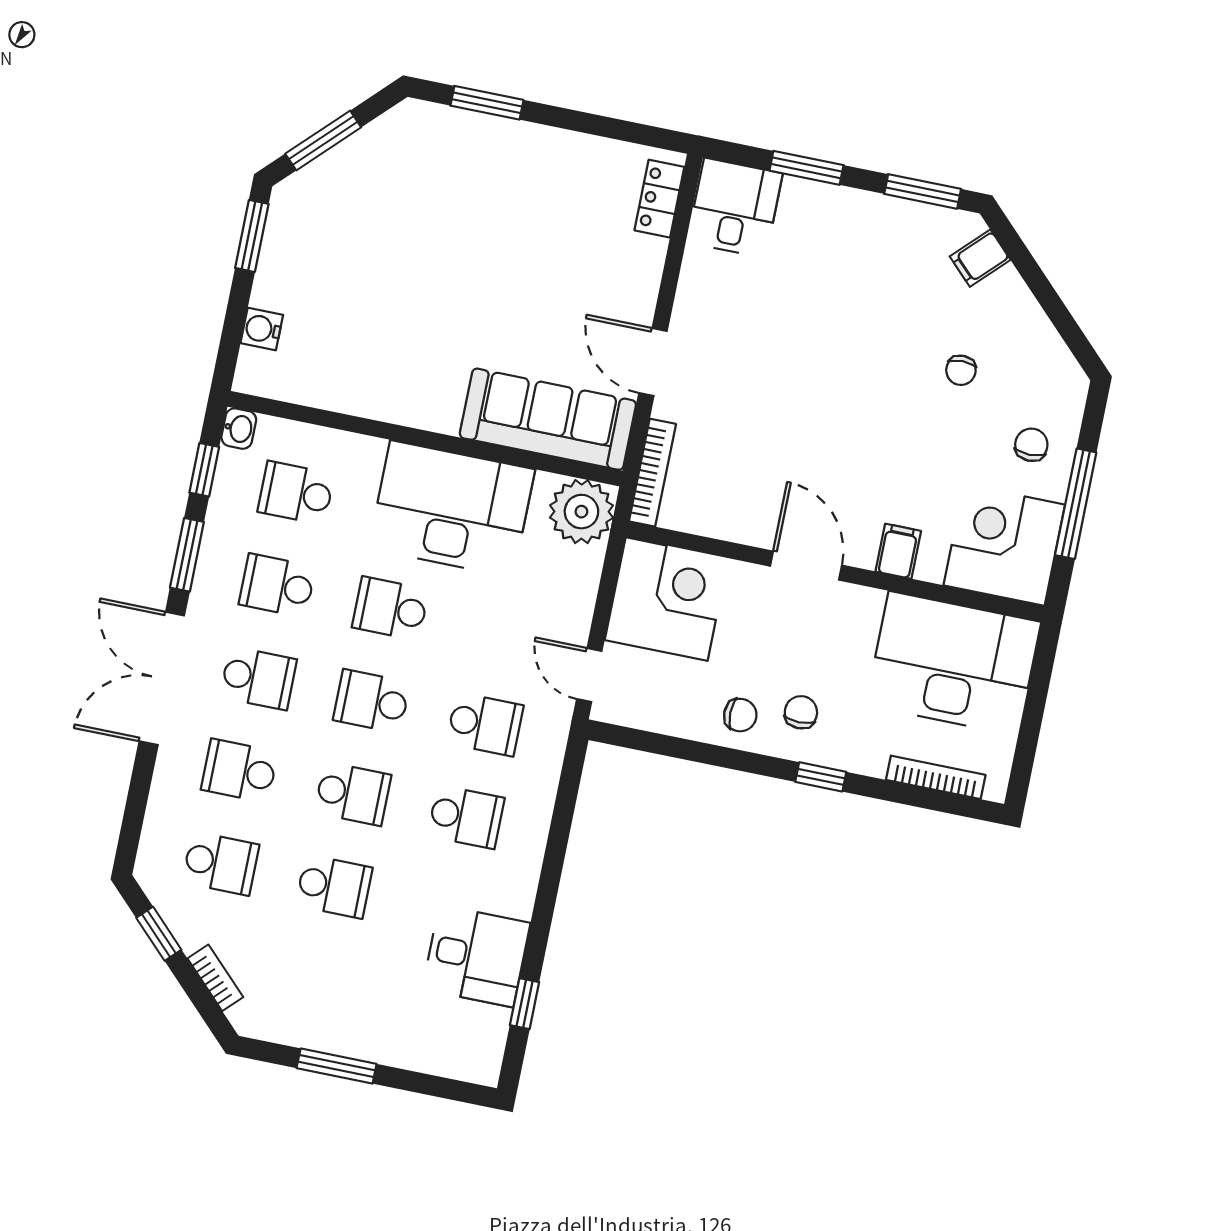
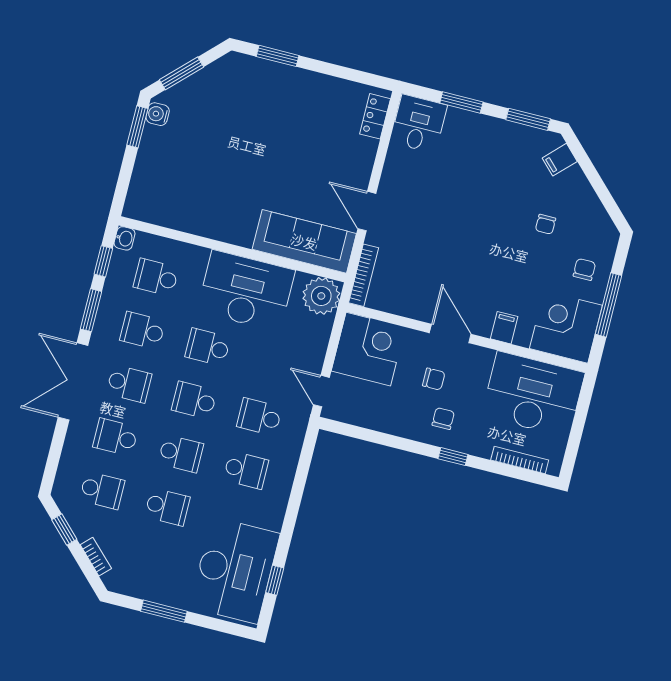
water cooler: (262, 329) -> (158, 114), moved
chair: (740, 715) -> (434, 379), moved
school desk: (485, 724) -> (259, 417), turned 180
desk: (476, 956) -> (235, 570), width x1.87, depth x1.30

